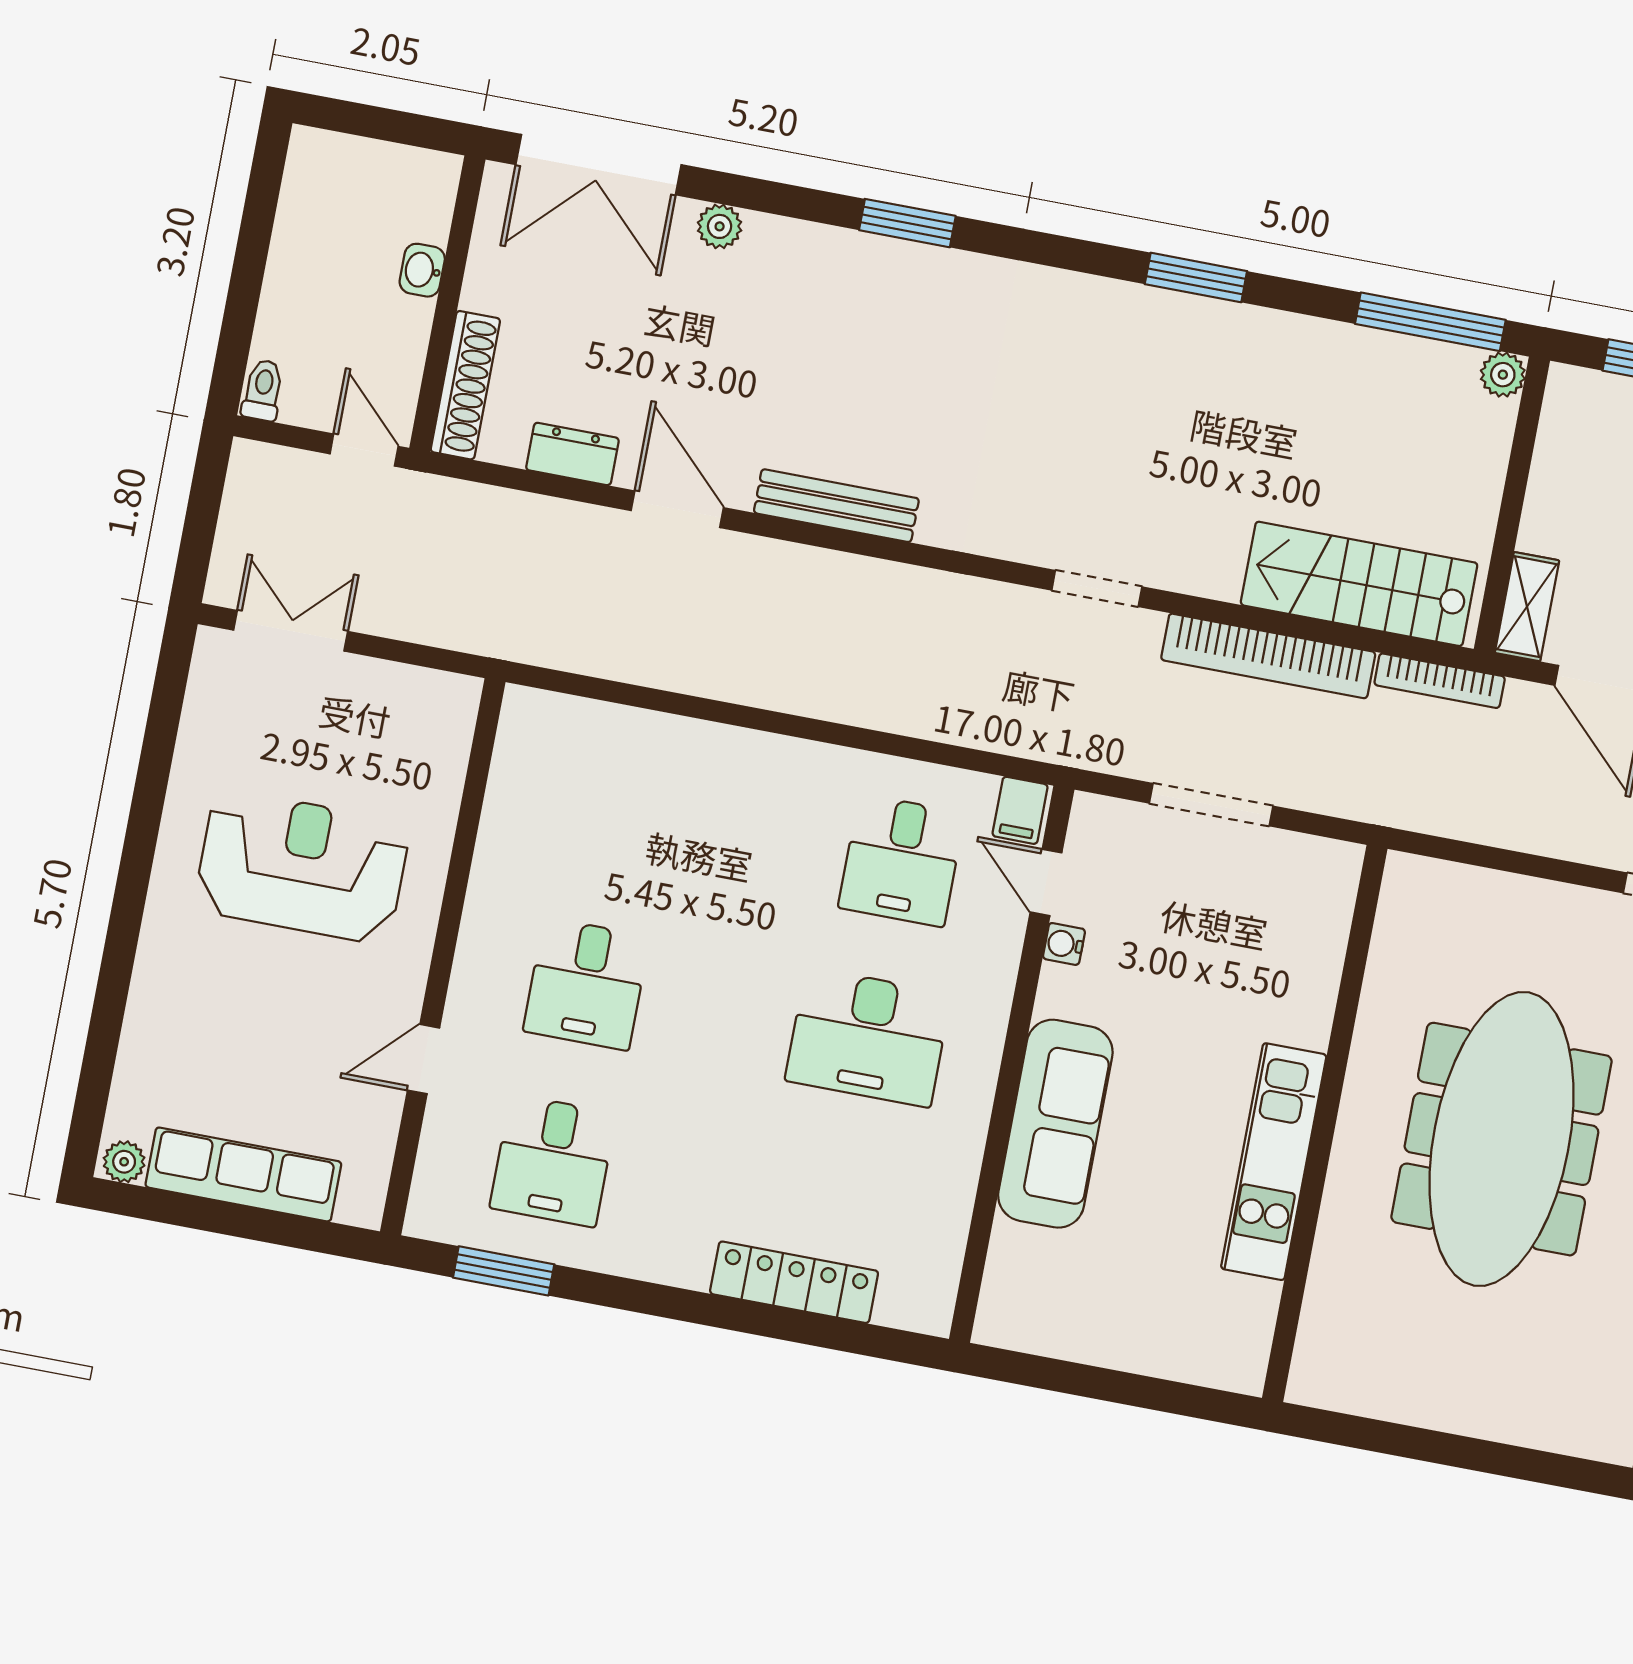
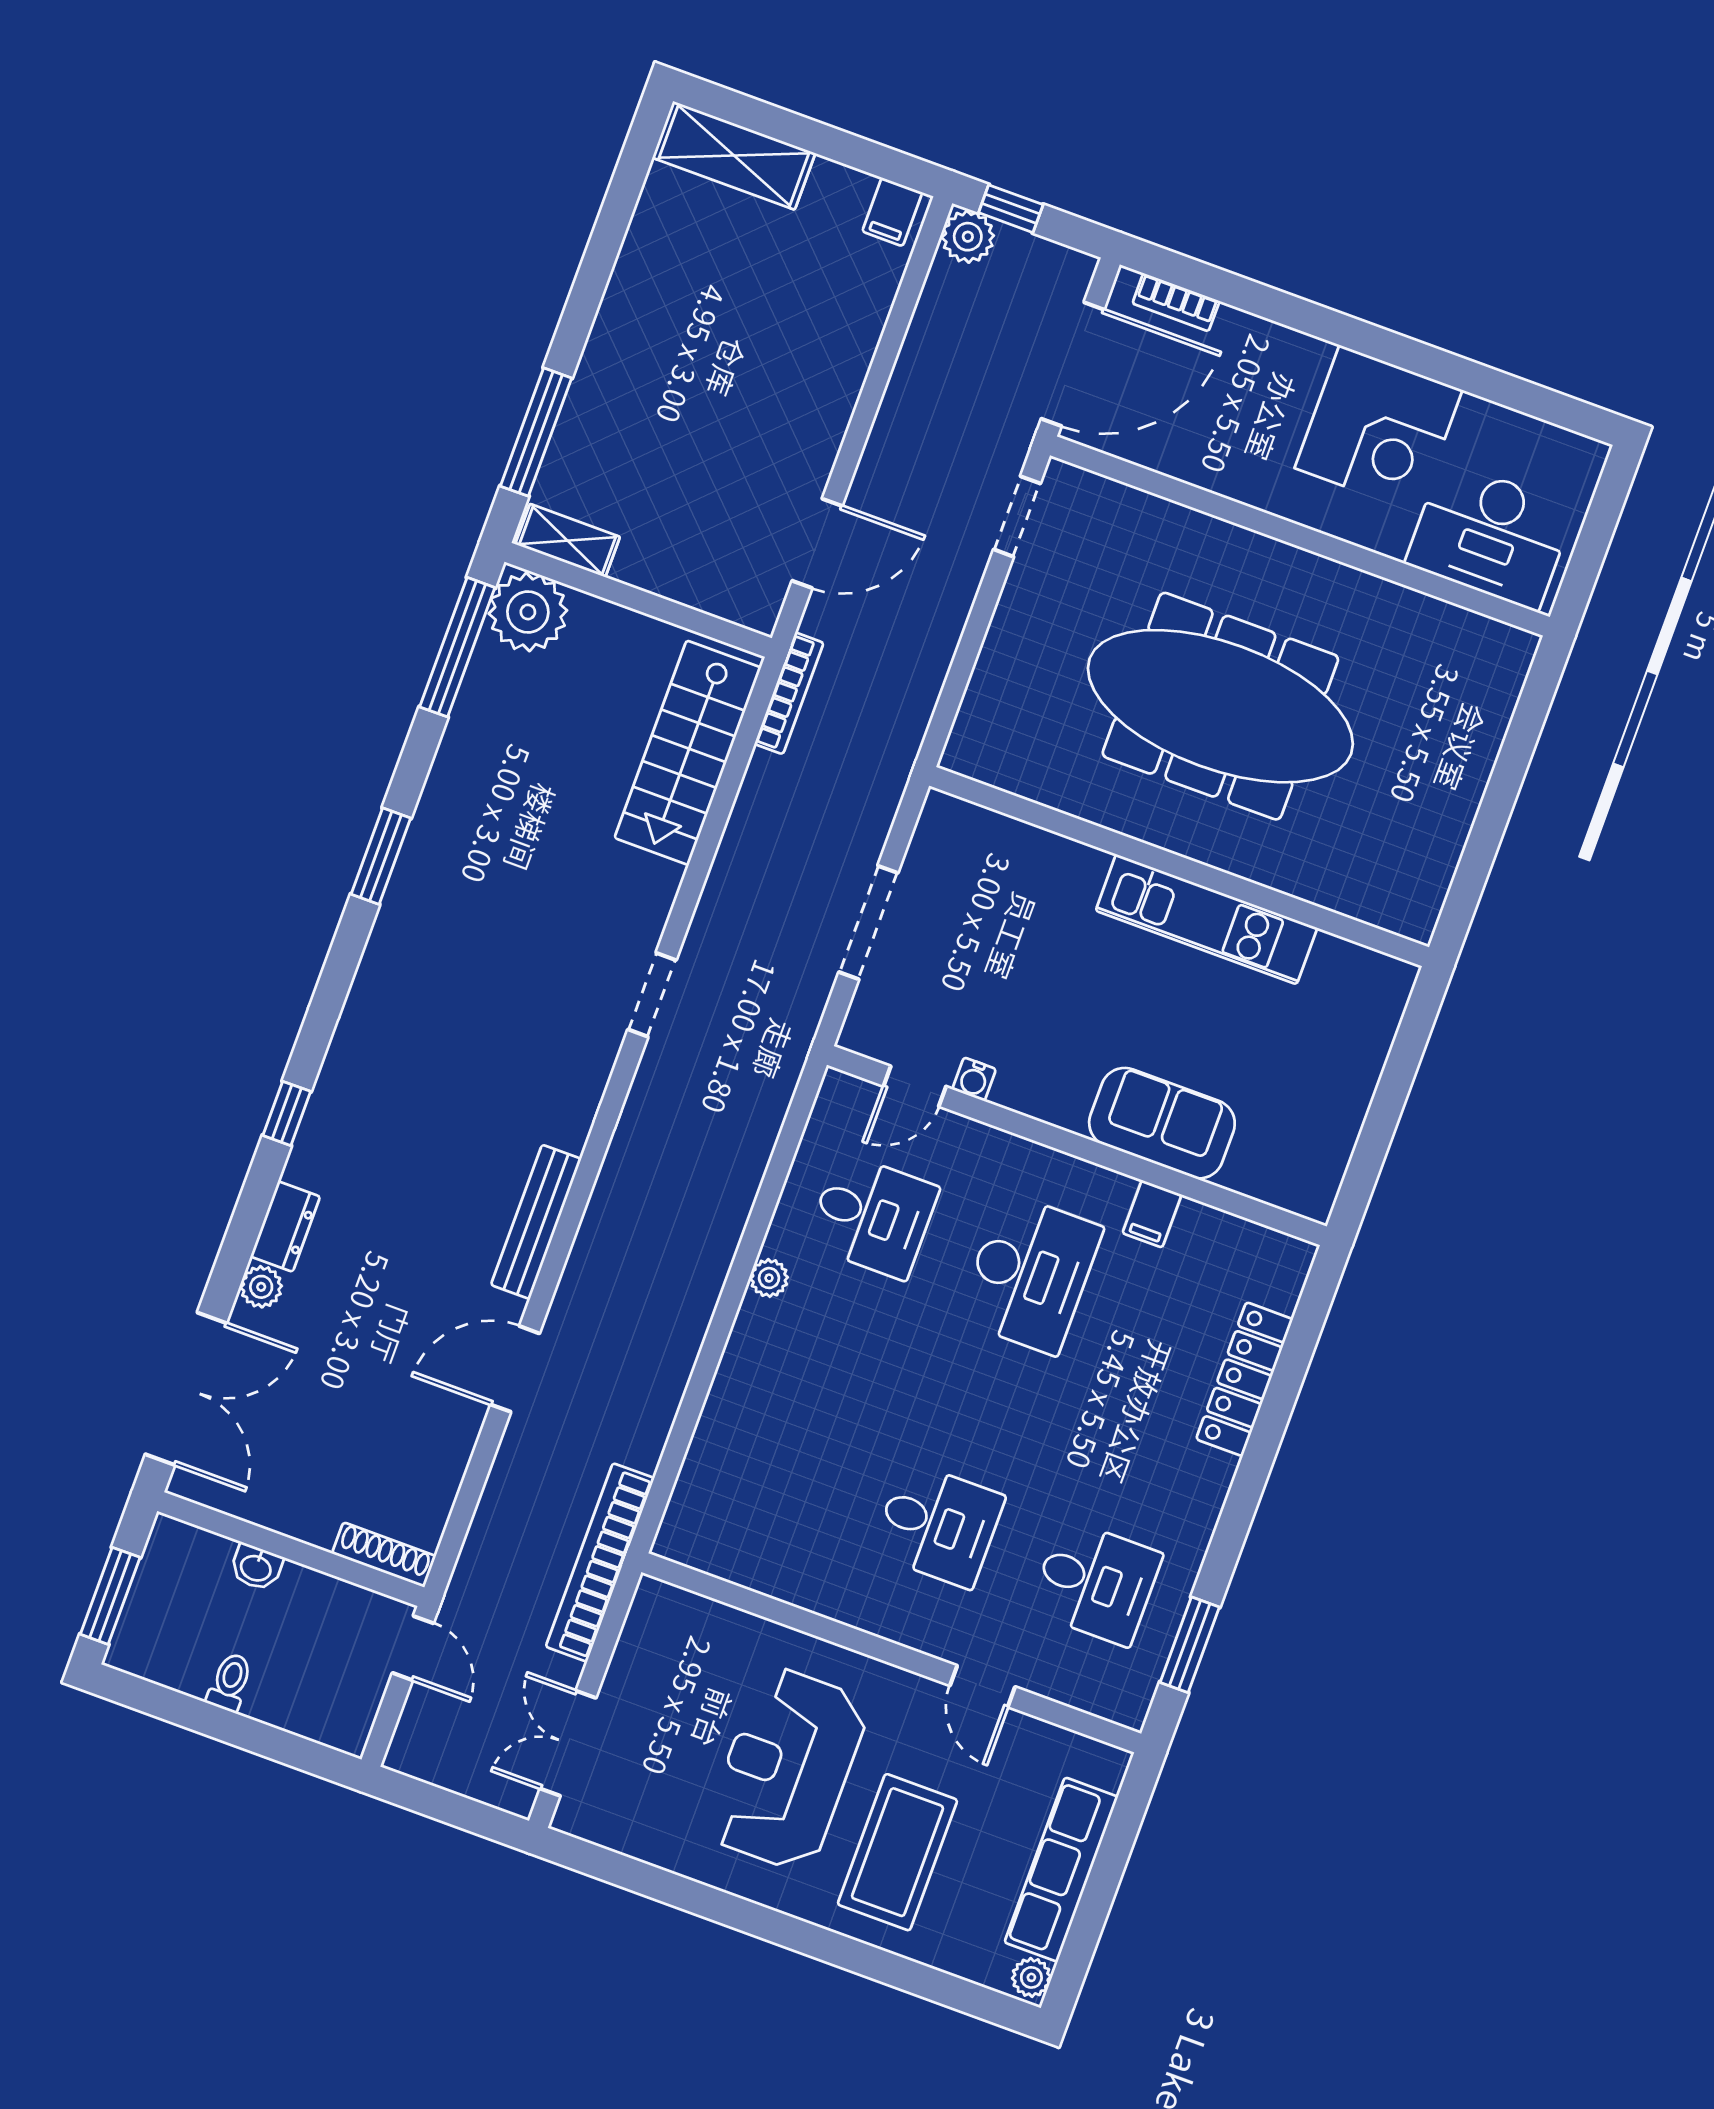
window: (366, 121) -> (110, 1596), added
window: (907, 223) -> (287, 1113), width x0.67
plant: (1503, 375) -> (528, 612), width x1.88, depth x1.88
shoe rack: (465, 385) -> (384, 1555), width x0.74, depth x0.81
toilet: (263, 390) -> (230, 1682), moved, turned 90
door: (364, 450) -> (413, 1648), swing flipped
dresser: (572, 454) -> (285, 1226), moved, turned 180
shelving: (1527, 607) -> (568, 541), moved
bookcase: (1268, 656) -> (600, 1562), moved, turned 180
plant: (818, 762) -> (769, 1278), added
filing cabinet: (1020, 810) -> (1152, 1214), moved, turned 90
coffee table: (233, 998) -> (897, 1852), added
sofa: (1055, 1124) -> (1162, 1123), width x0.73

